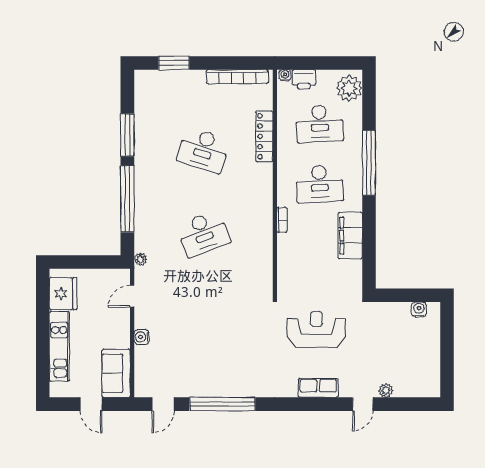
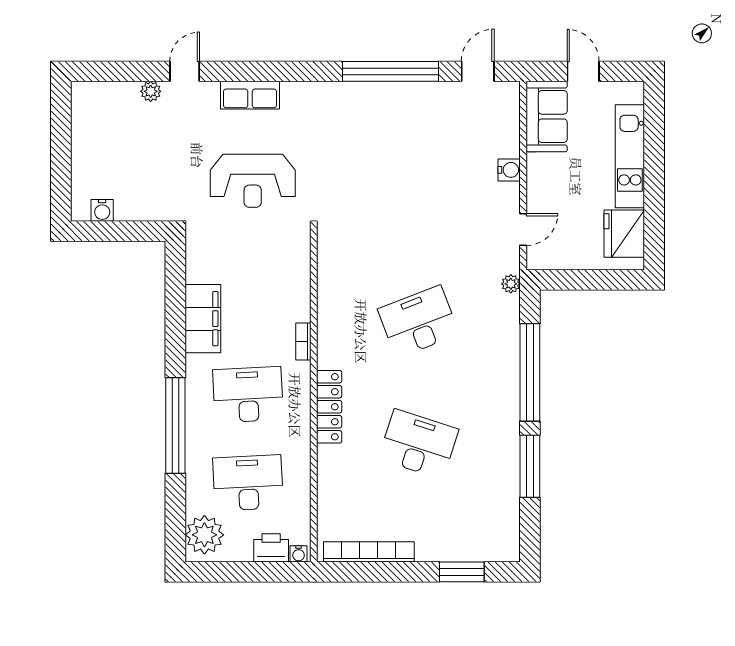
locker: (264, 136) -> (329, 407), moved

